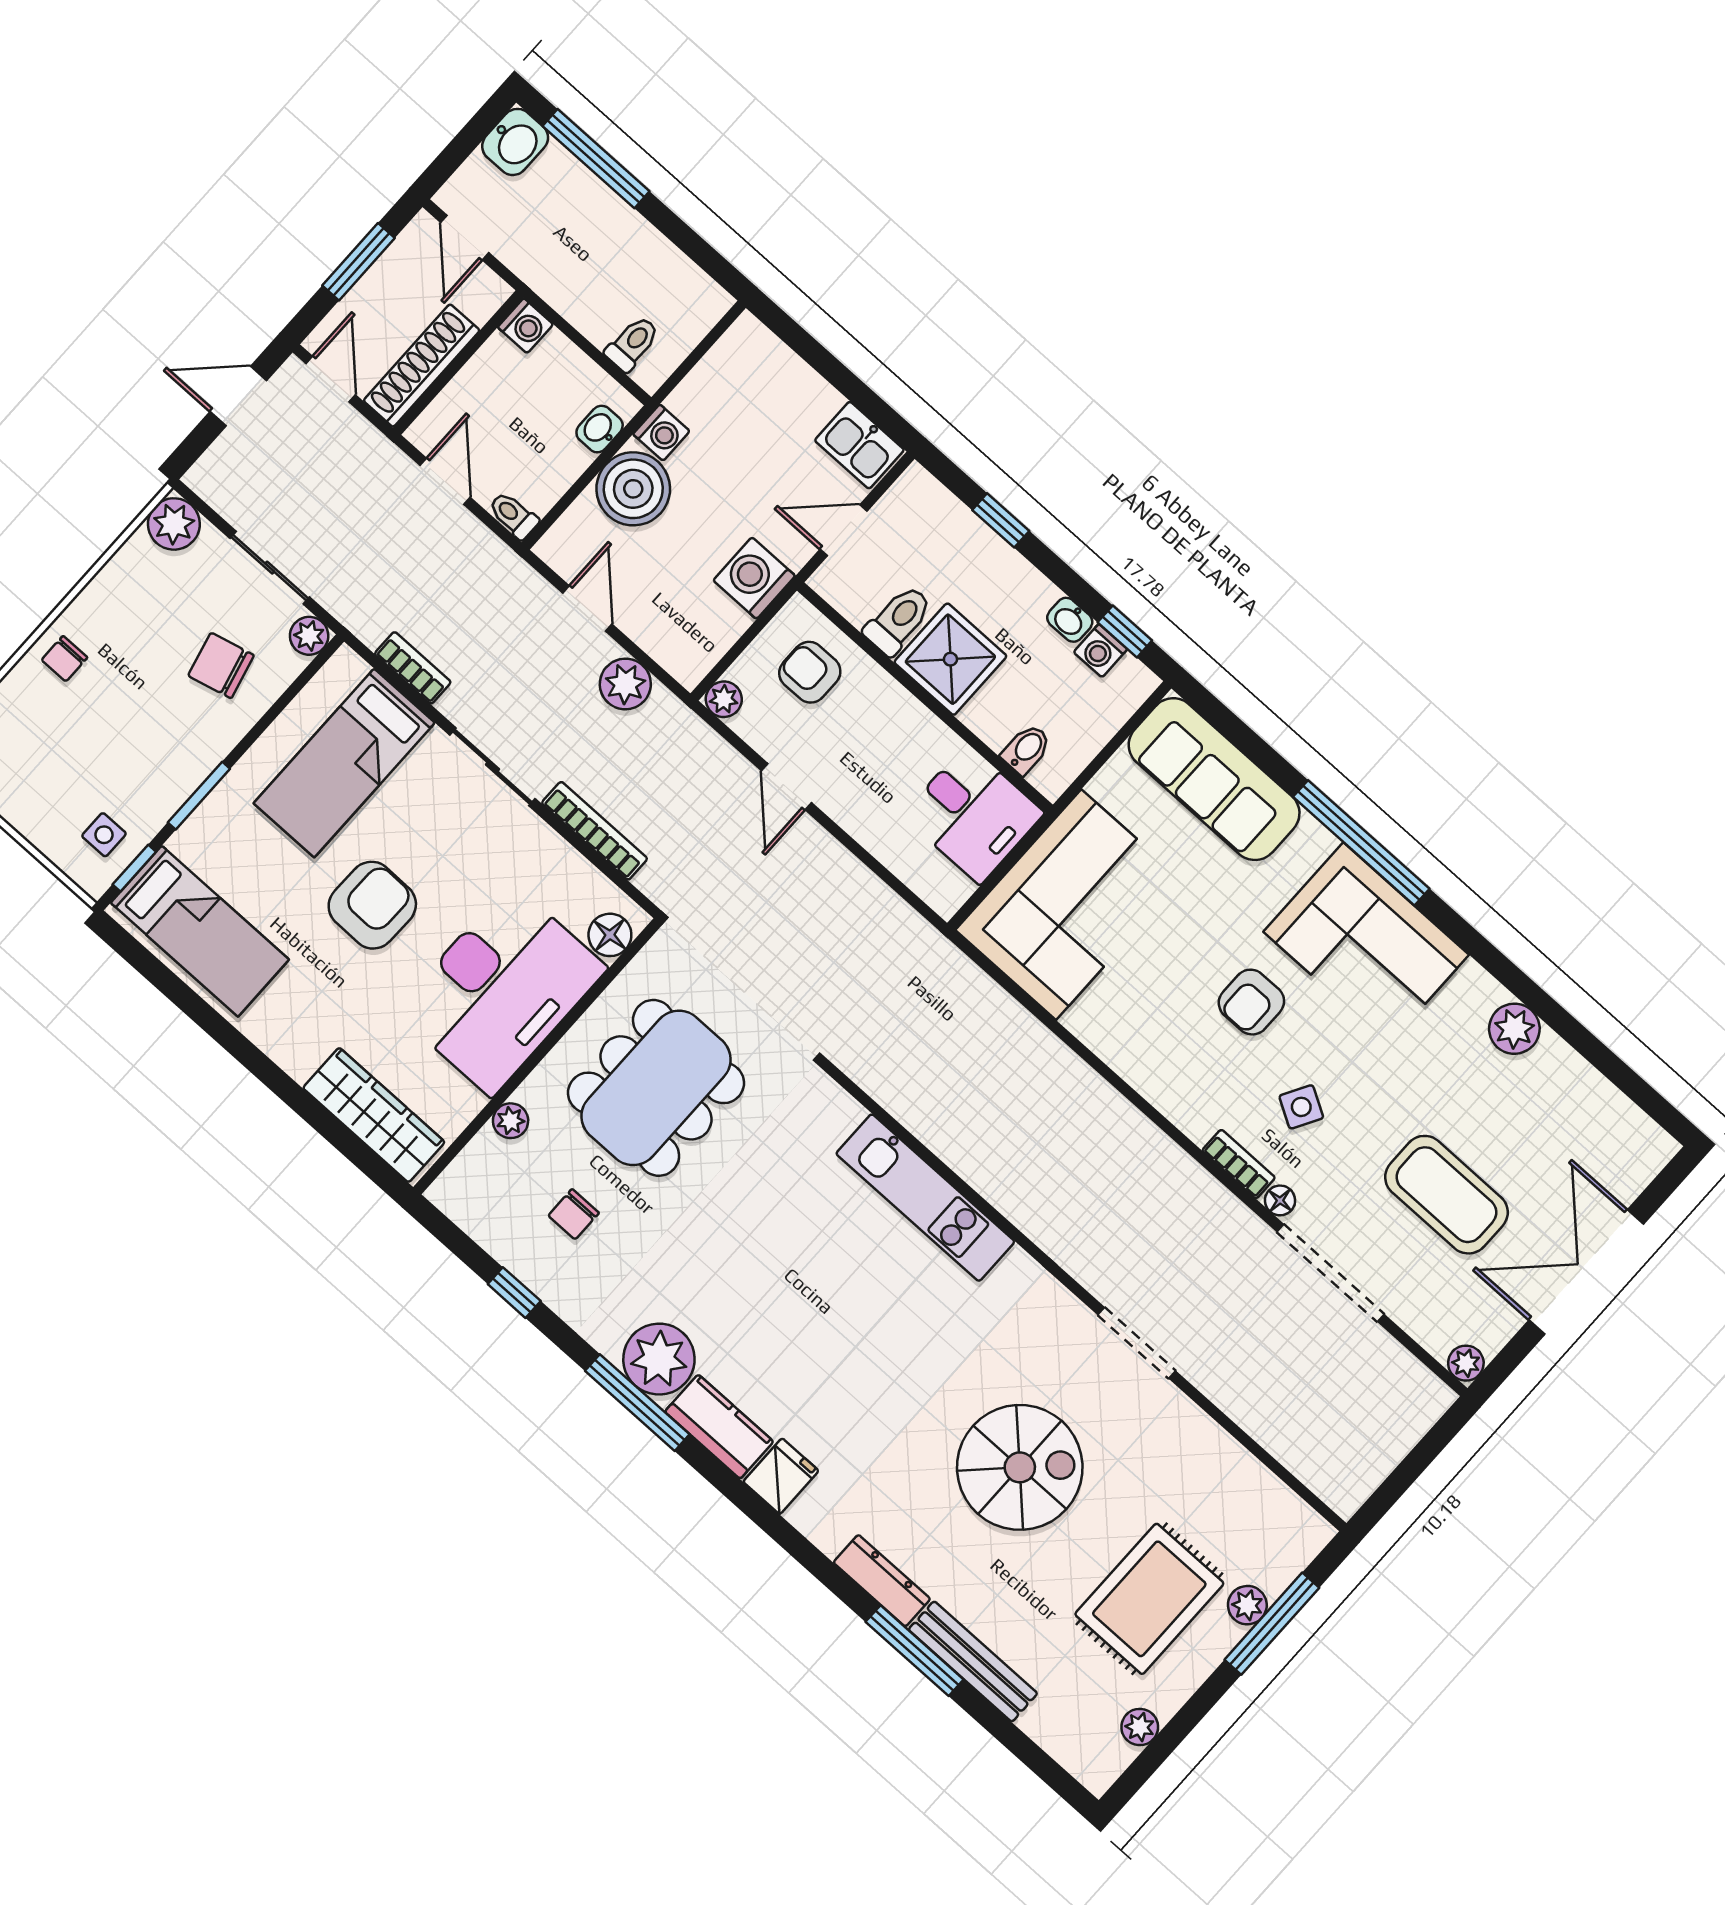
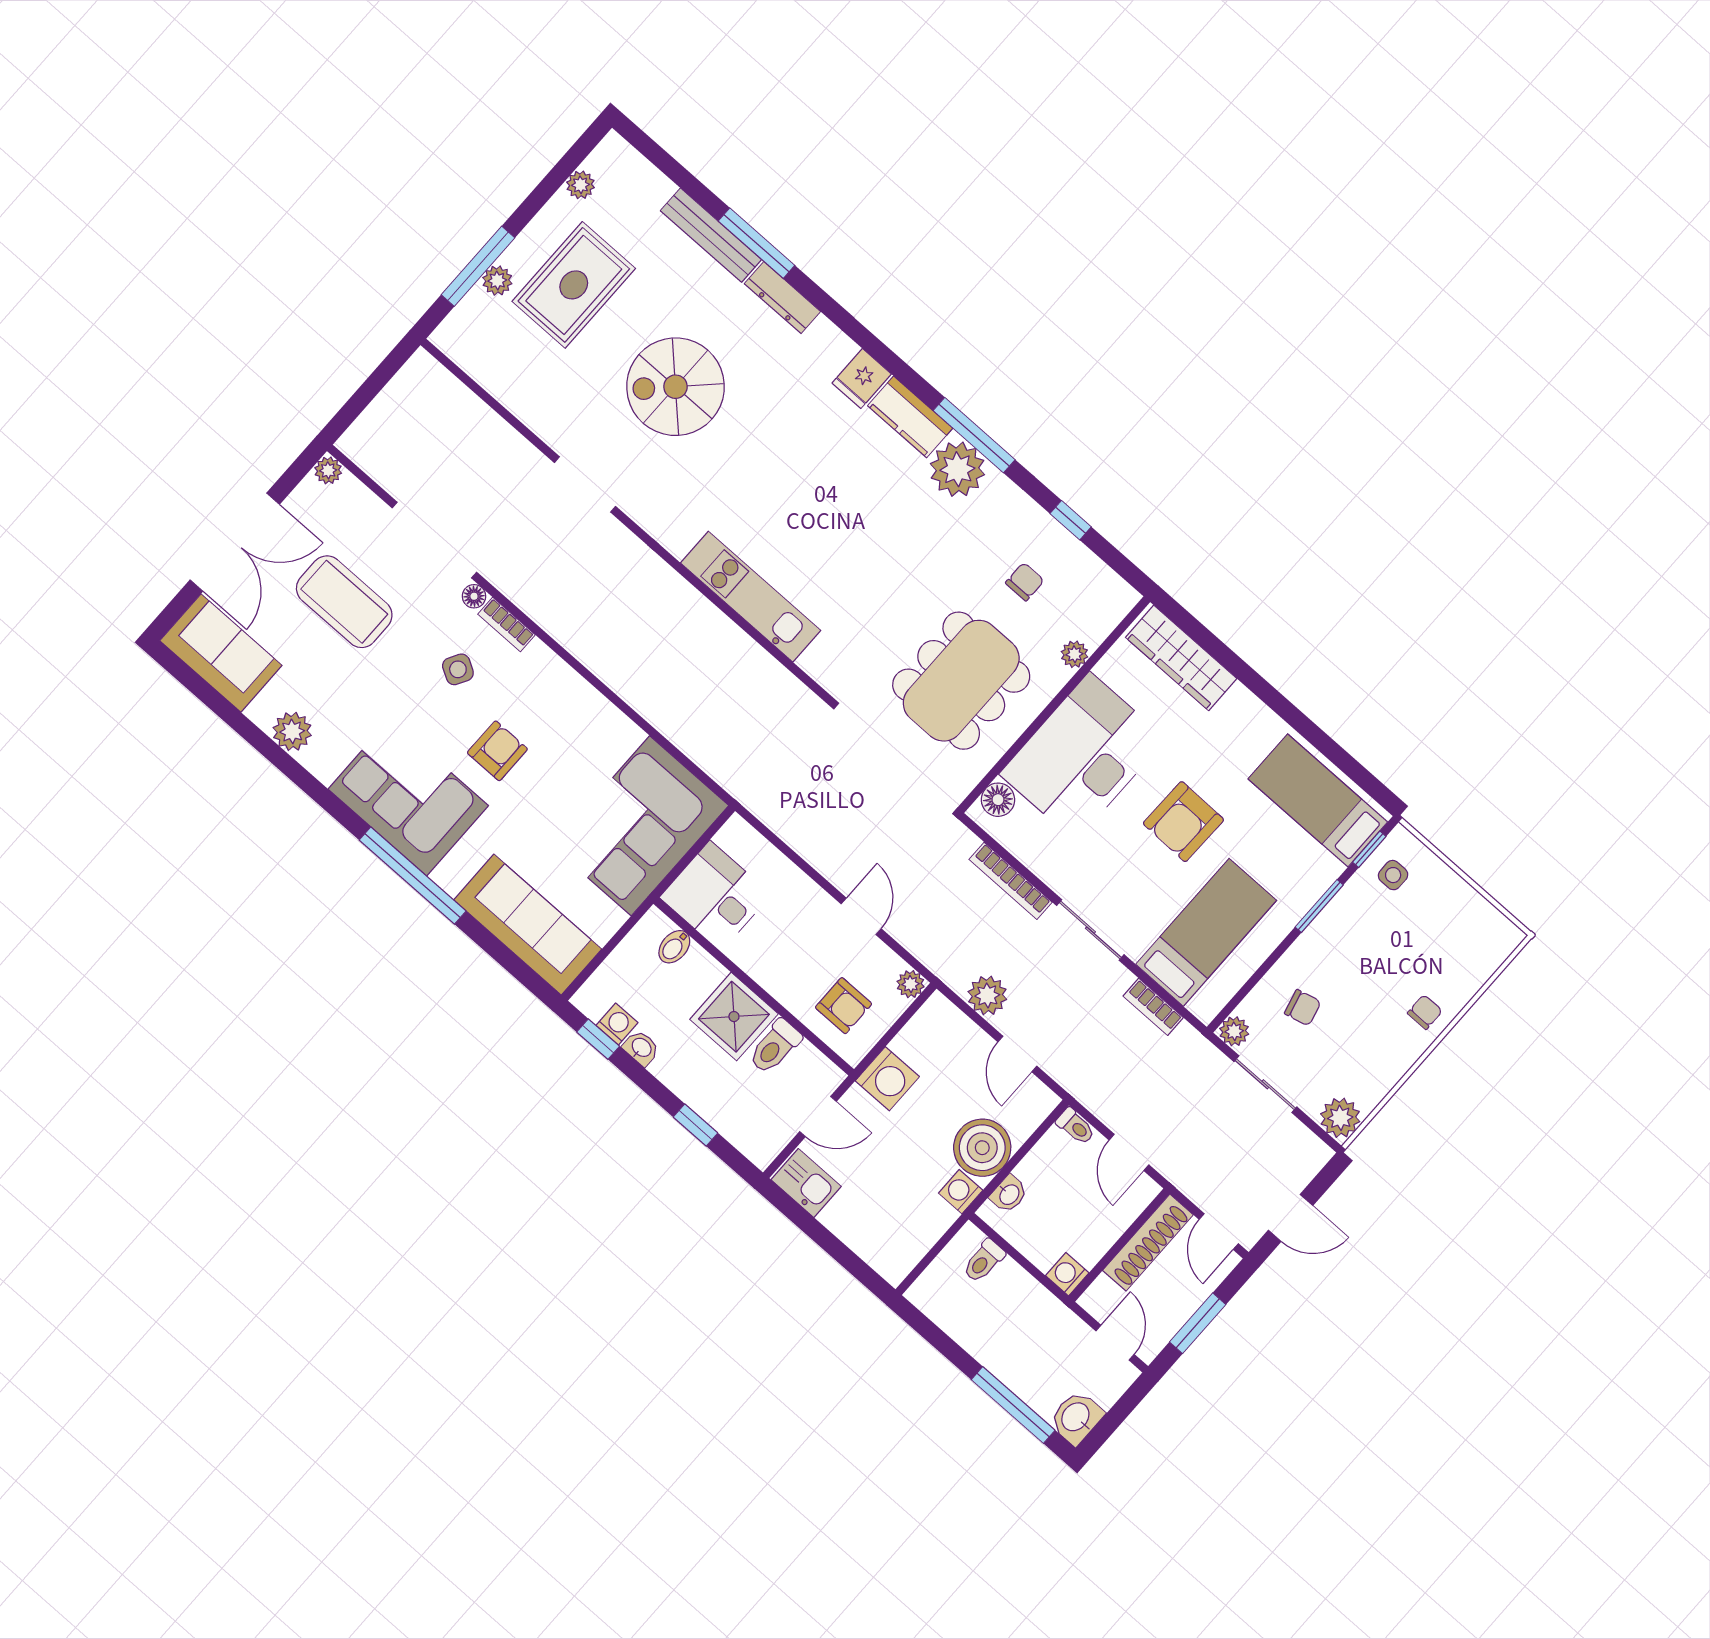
chair: (221, 665) -> (1303, 1008), width x0.73, depth x0.73
sofa: (1605, 1130) -> (221, 653), added

